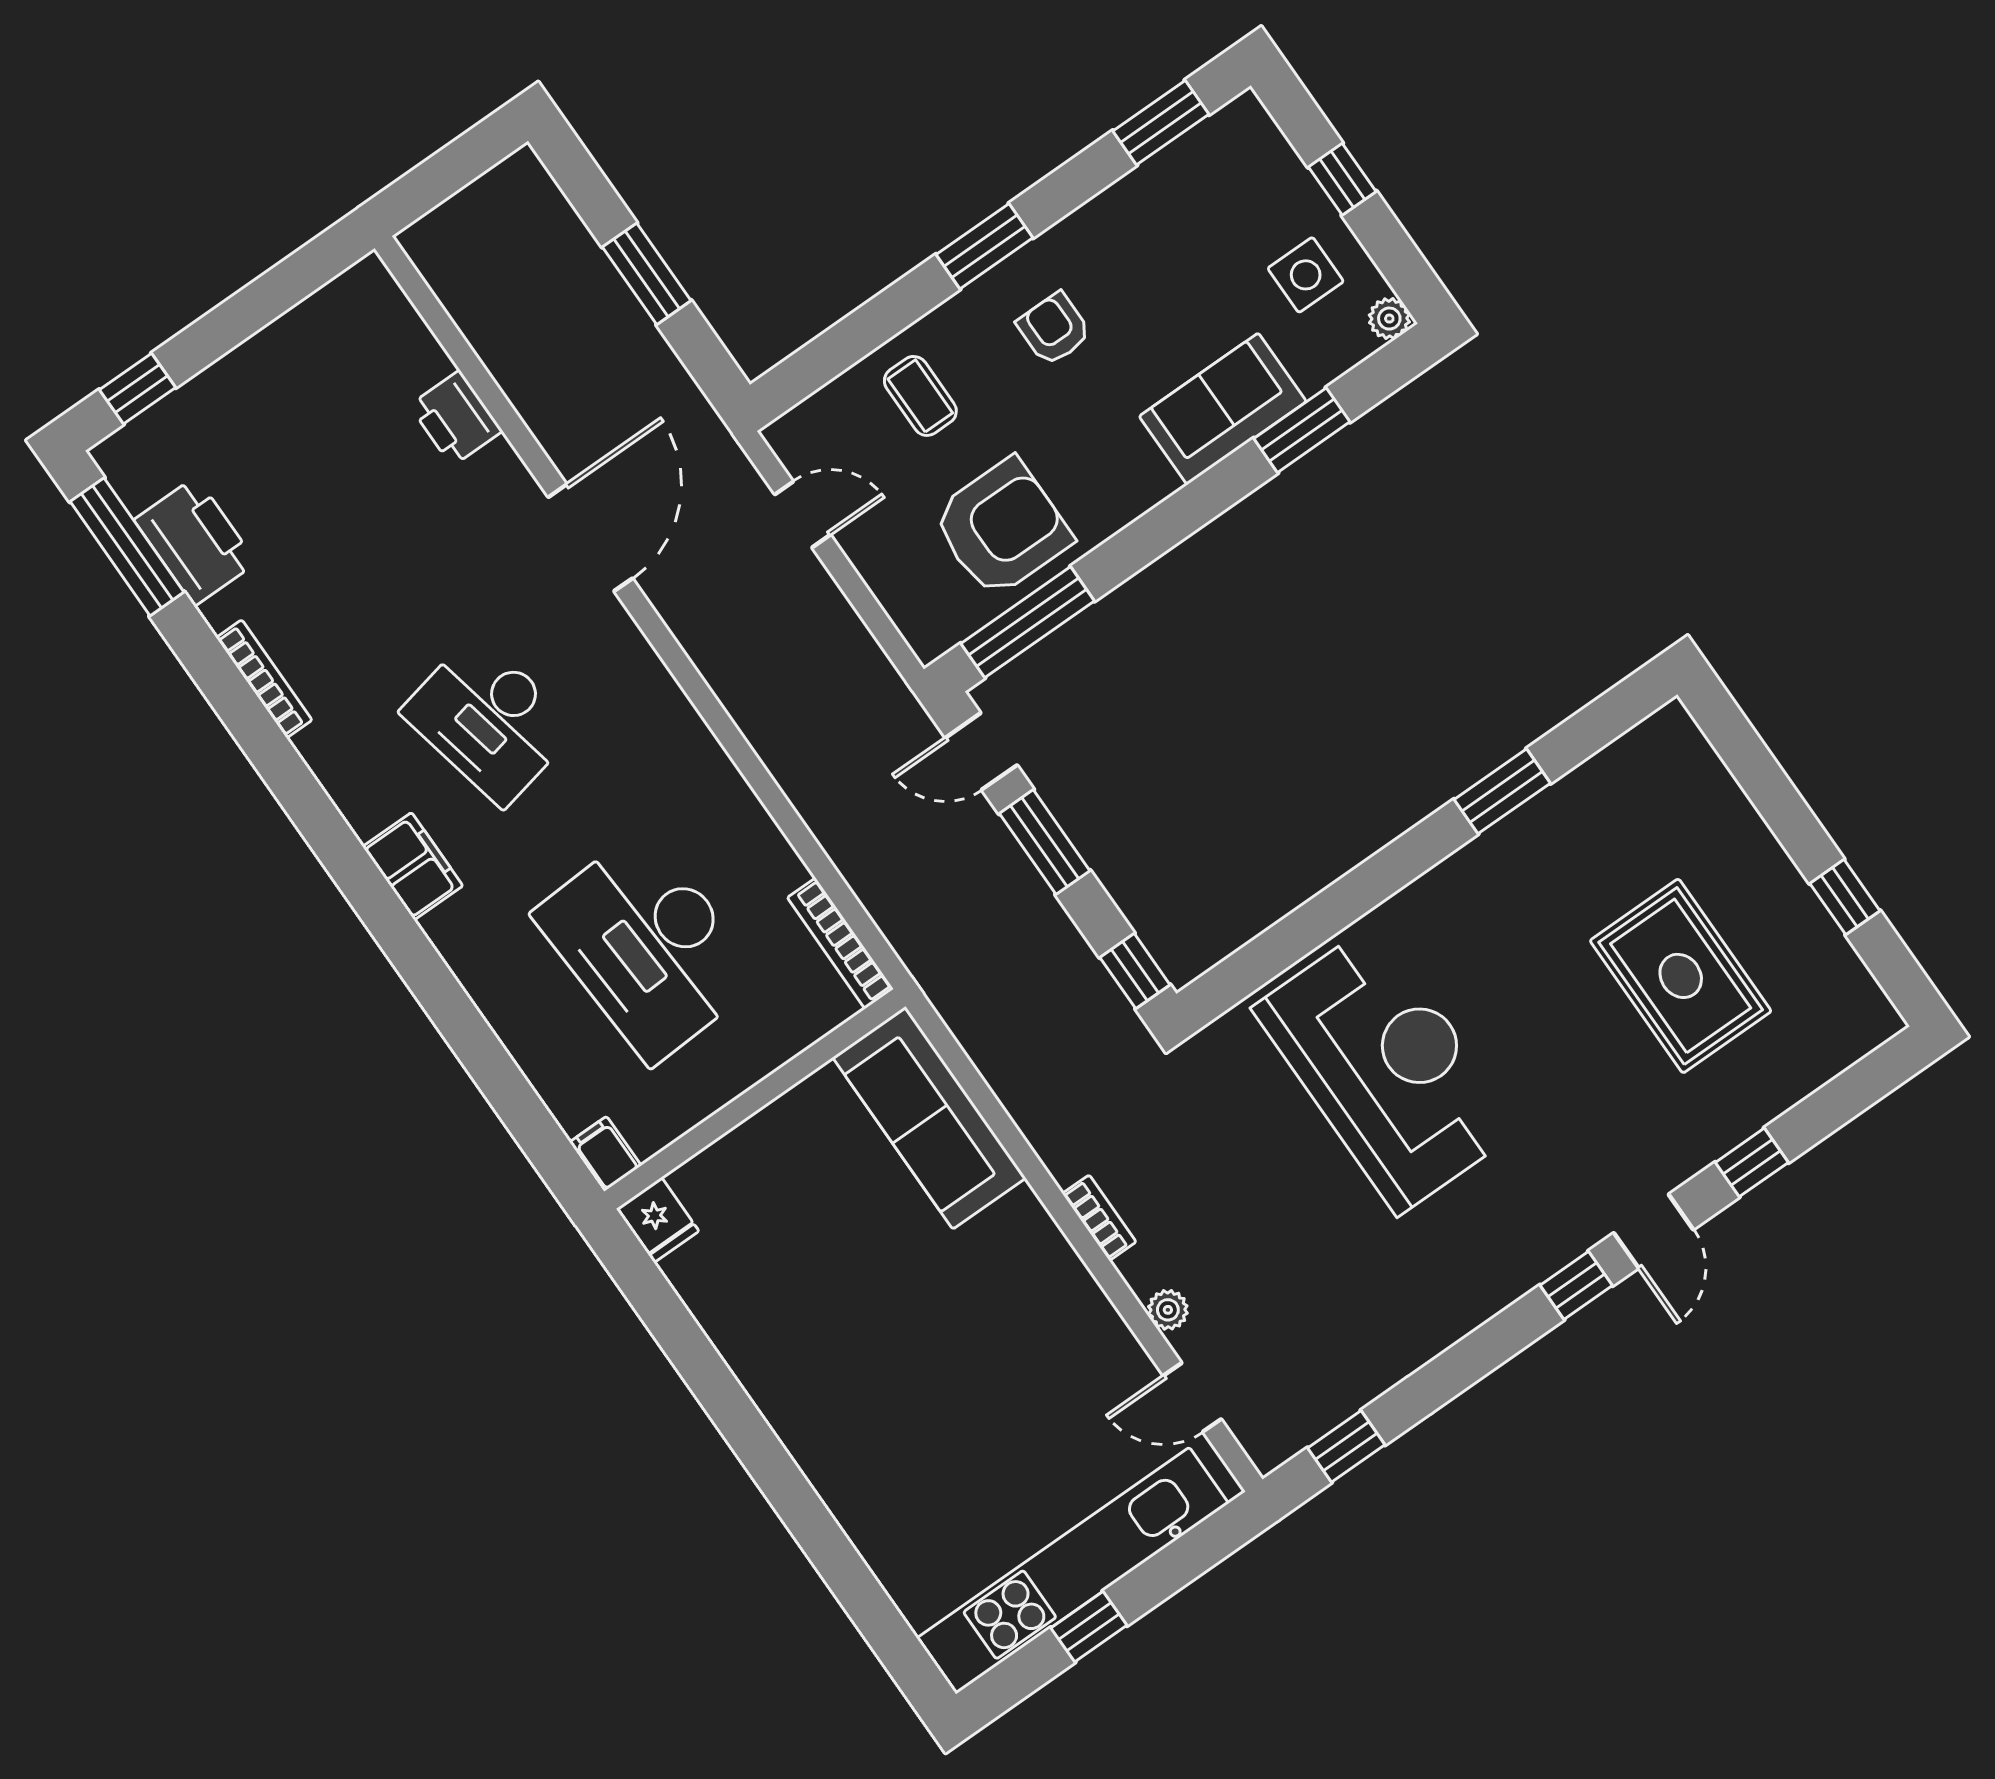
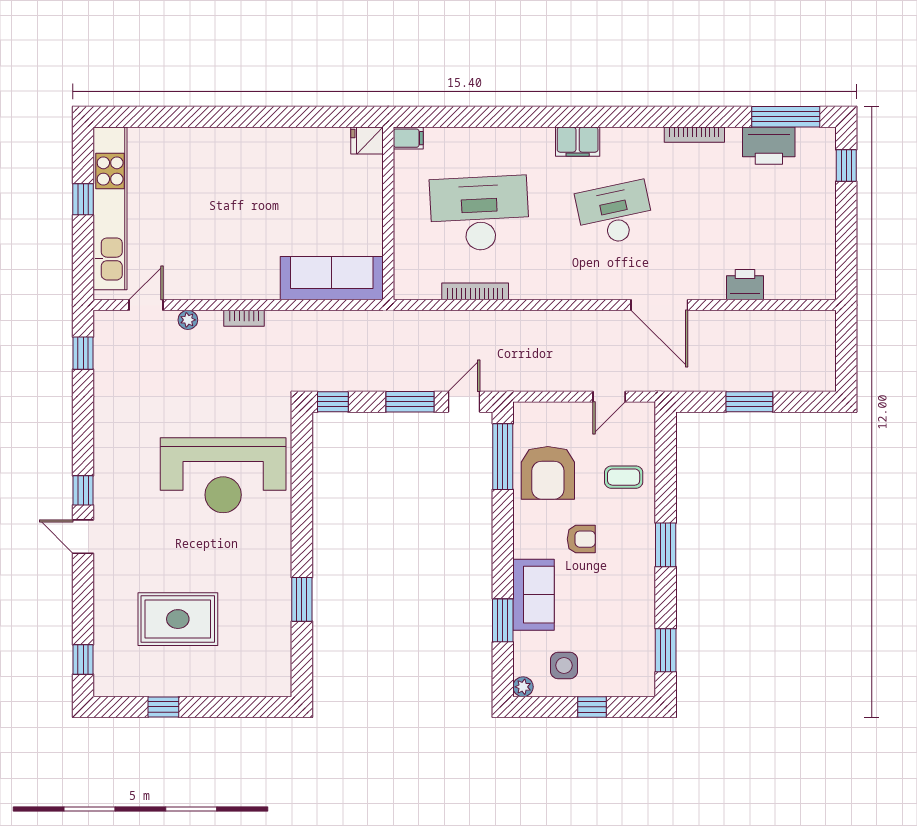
armchair: (1054, 329) -> (581, 539), moved
bookcase: (840, 943) -> (475, 291), moved
window: (1752, 1162) -> (83, 660), moved

